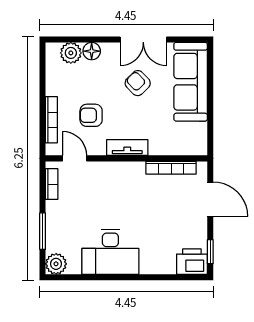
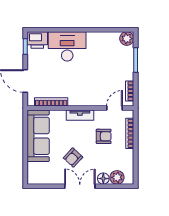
double door: (143, 39) -> (80, 186), moved
sofa: (191, 82) -> (38, 136), moved
armchair: (138, 83) -> (73, 158), turned 87
door: (75, 158) -> (115, 108), swing flipped
desk: (110, 252) -> (67, 46), moved

